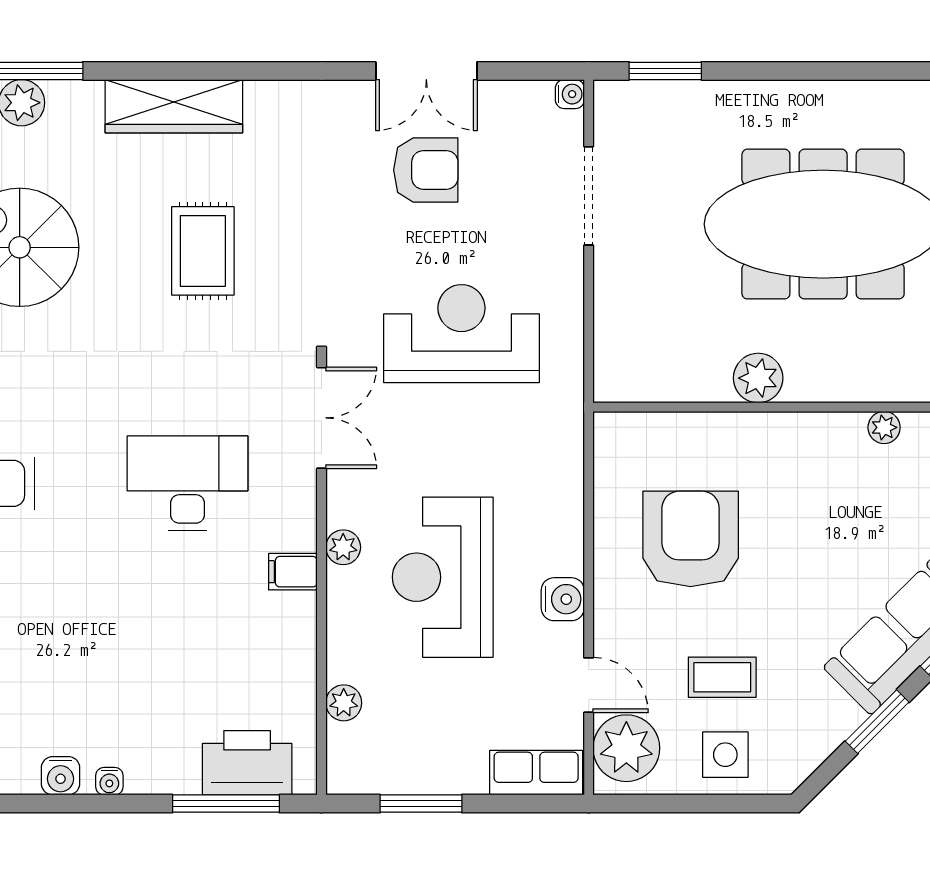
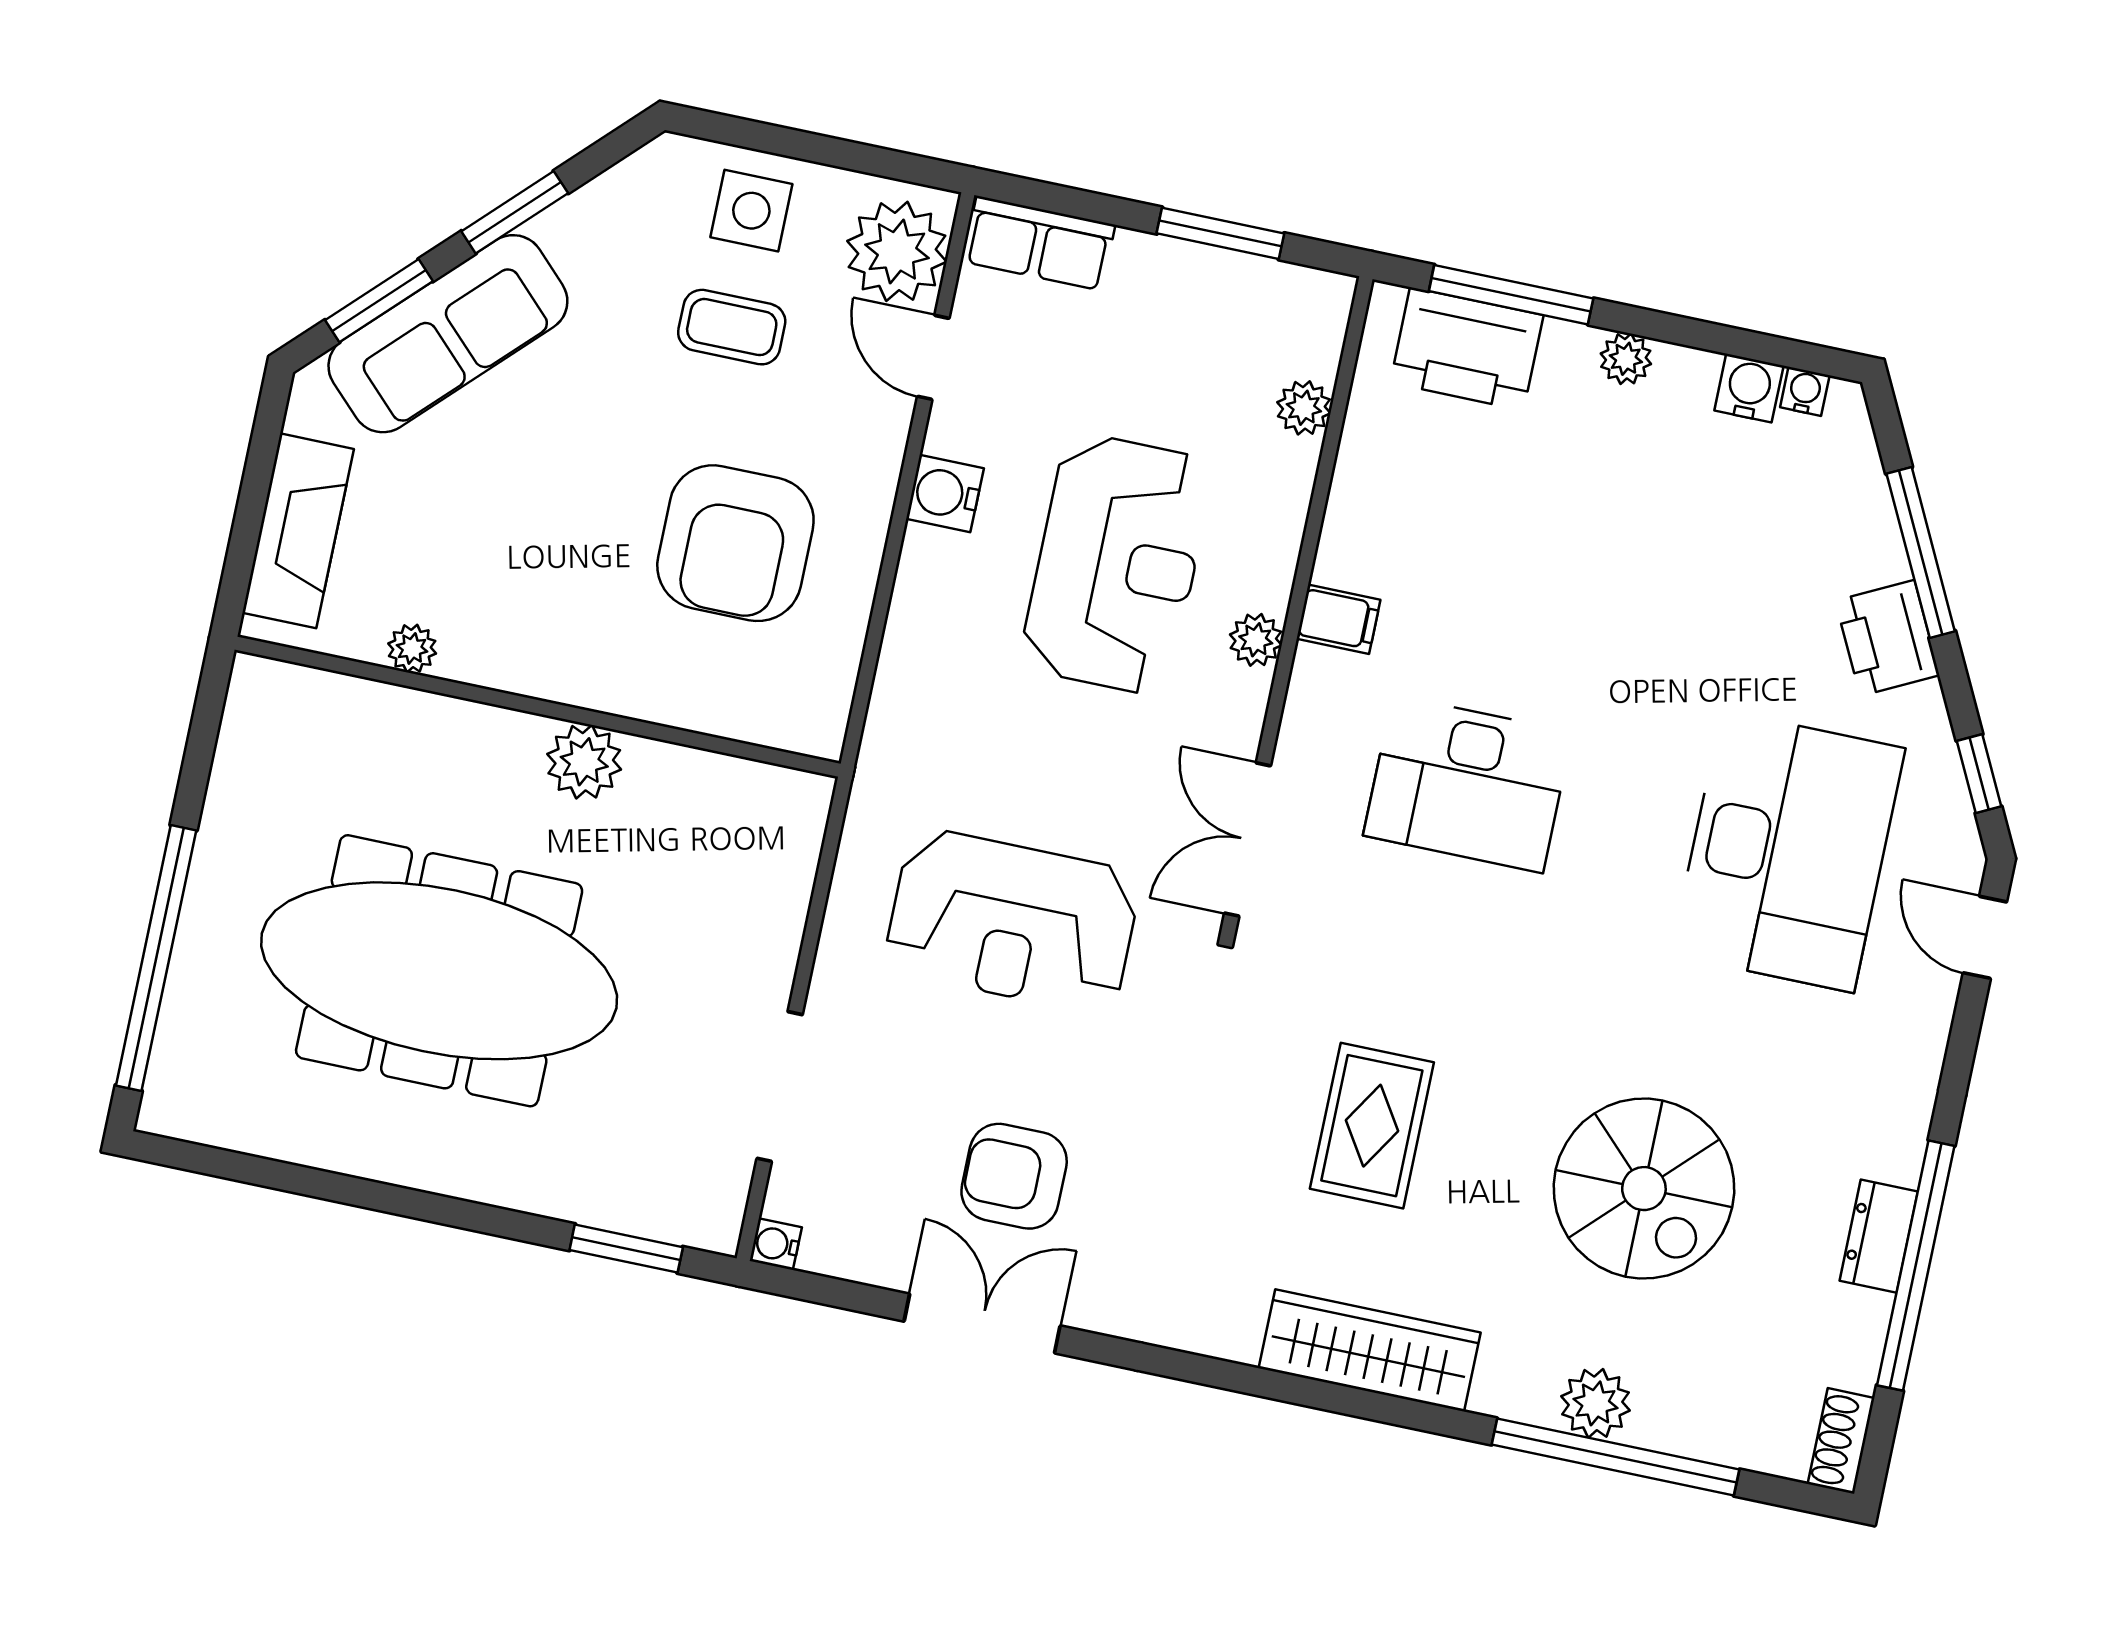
plant: (144, 778) -> (1626, 359), added
water cooler: (109, 781) -> (1805, 391), moved

